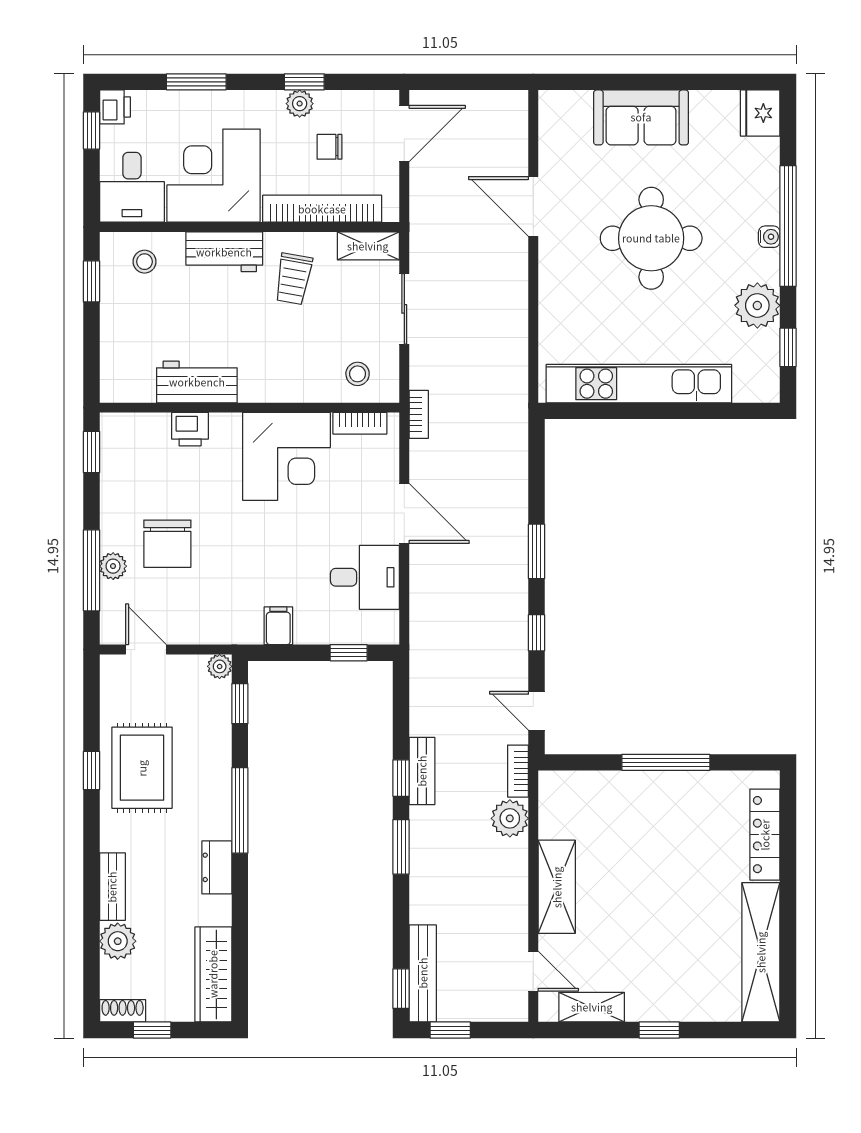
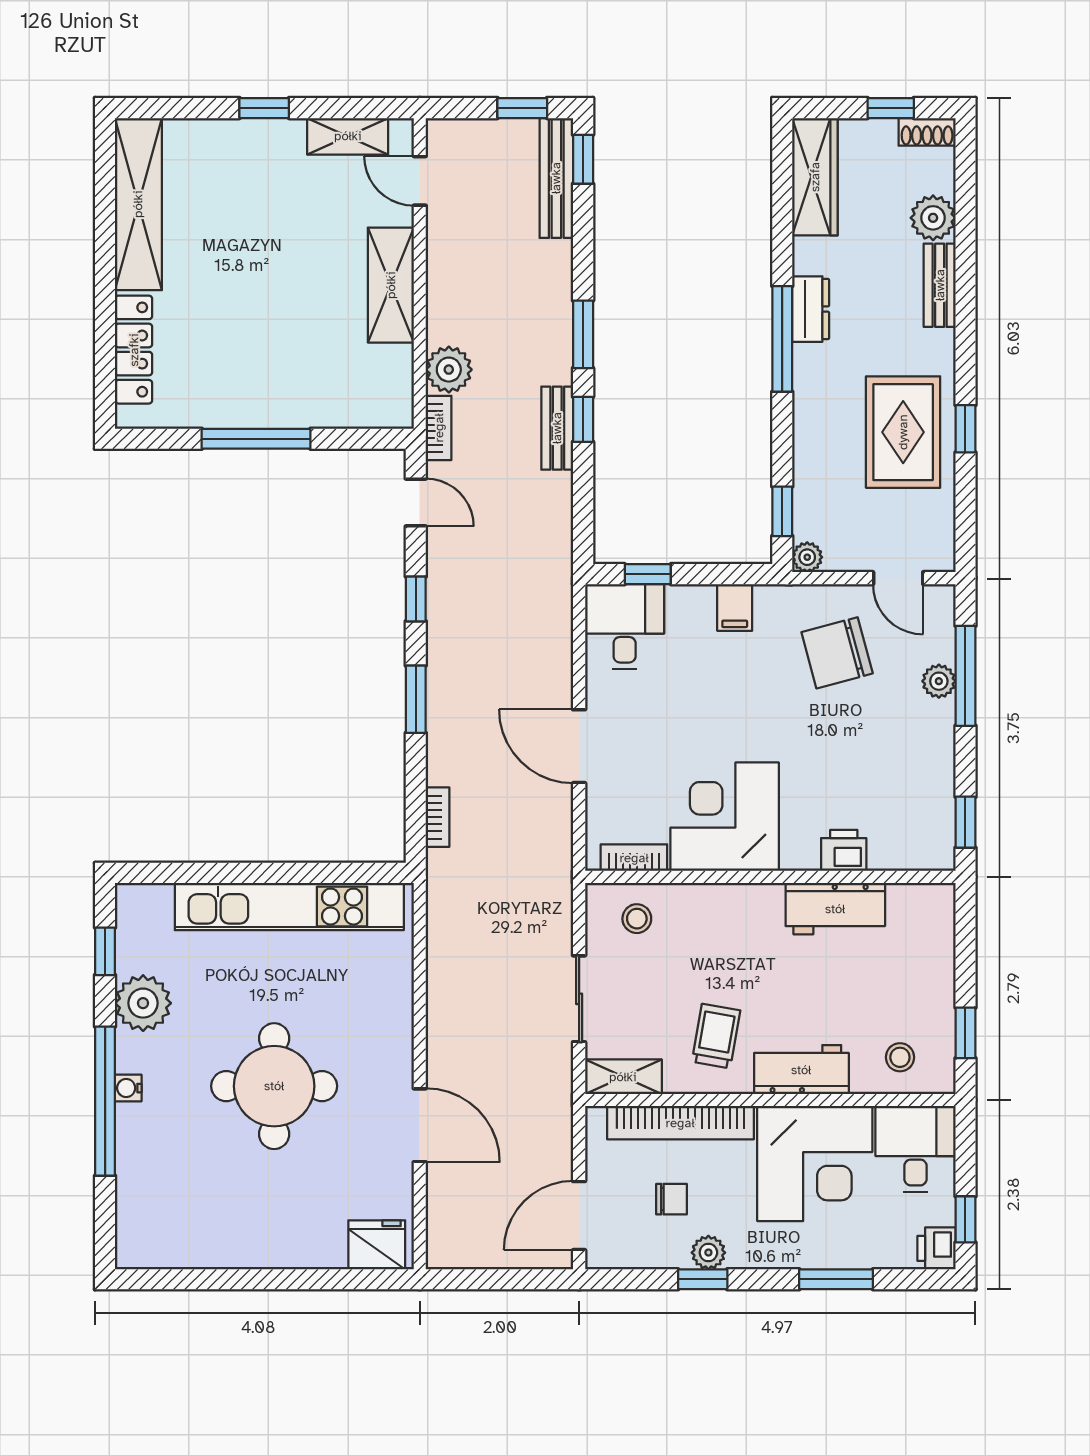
fridge: (760, 113) -> (377, 1245), moved, turned -90
sofa: (641, 117) -> (287, 1235), removed
bookcase: (419, 414) -> (438, 817), moved, turned 180
chair: (167, 544) -> (837, 653), moved, turned -105
desk: (365, 577) -> (625, 627), moved, turned 90
window: (240, 810) -> (782, 339), moved

